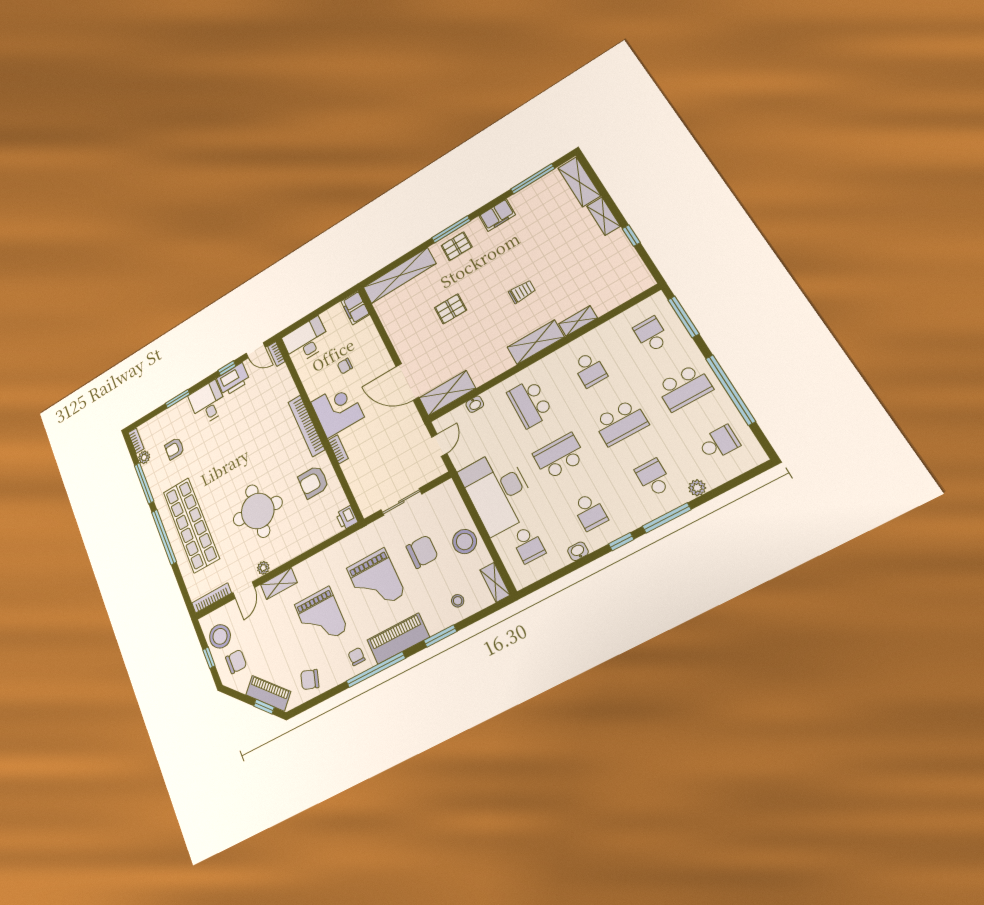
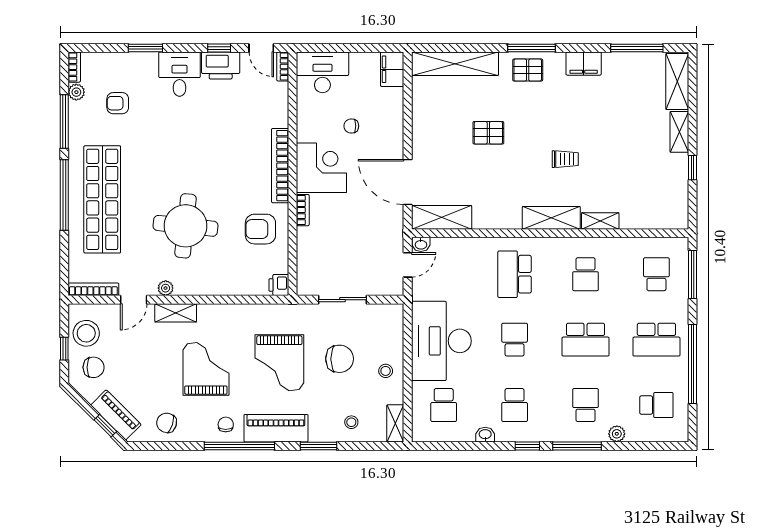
washbasin: (475, 404) -> (421, 244), moved
school desk: (559, 456) -> (515, 340), width x0.54
stool: (465, 542) -> (386, 371), width x0.53, depth x0.53
grand piano: (321, 617) -> (206, 369), turned 180

